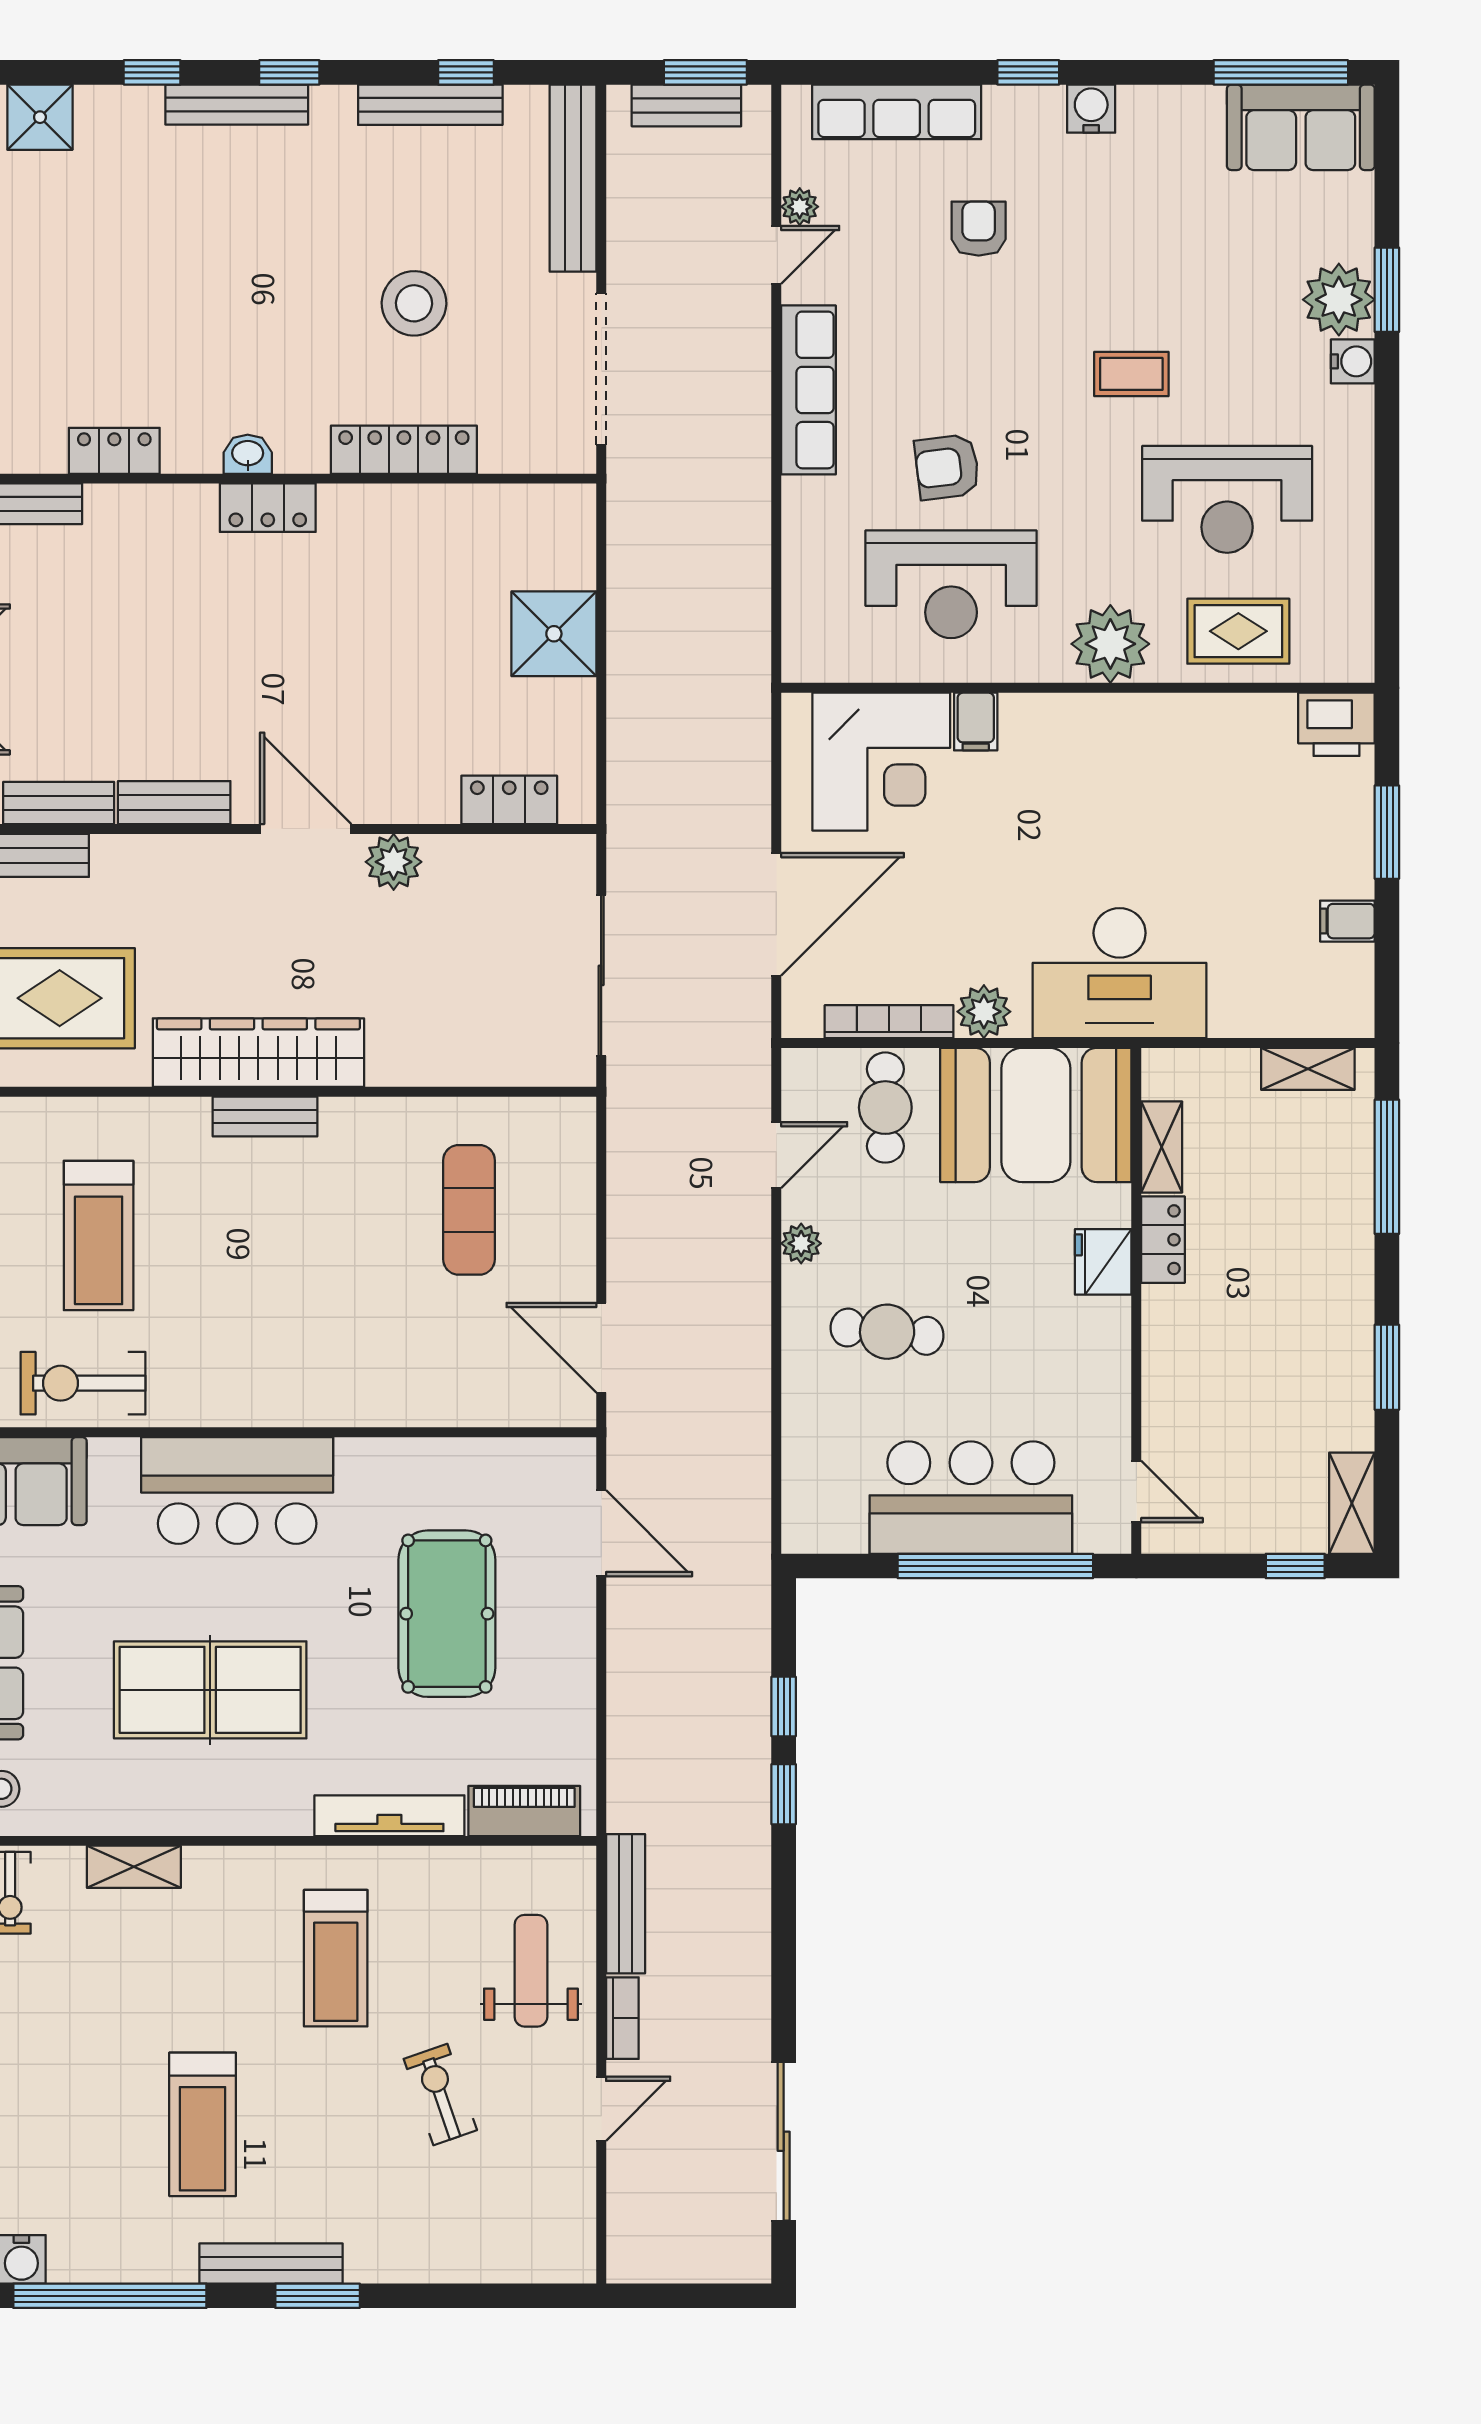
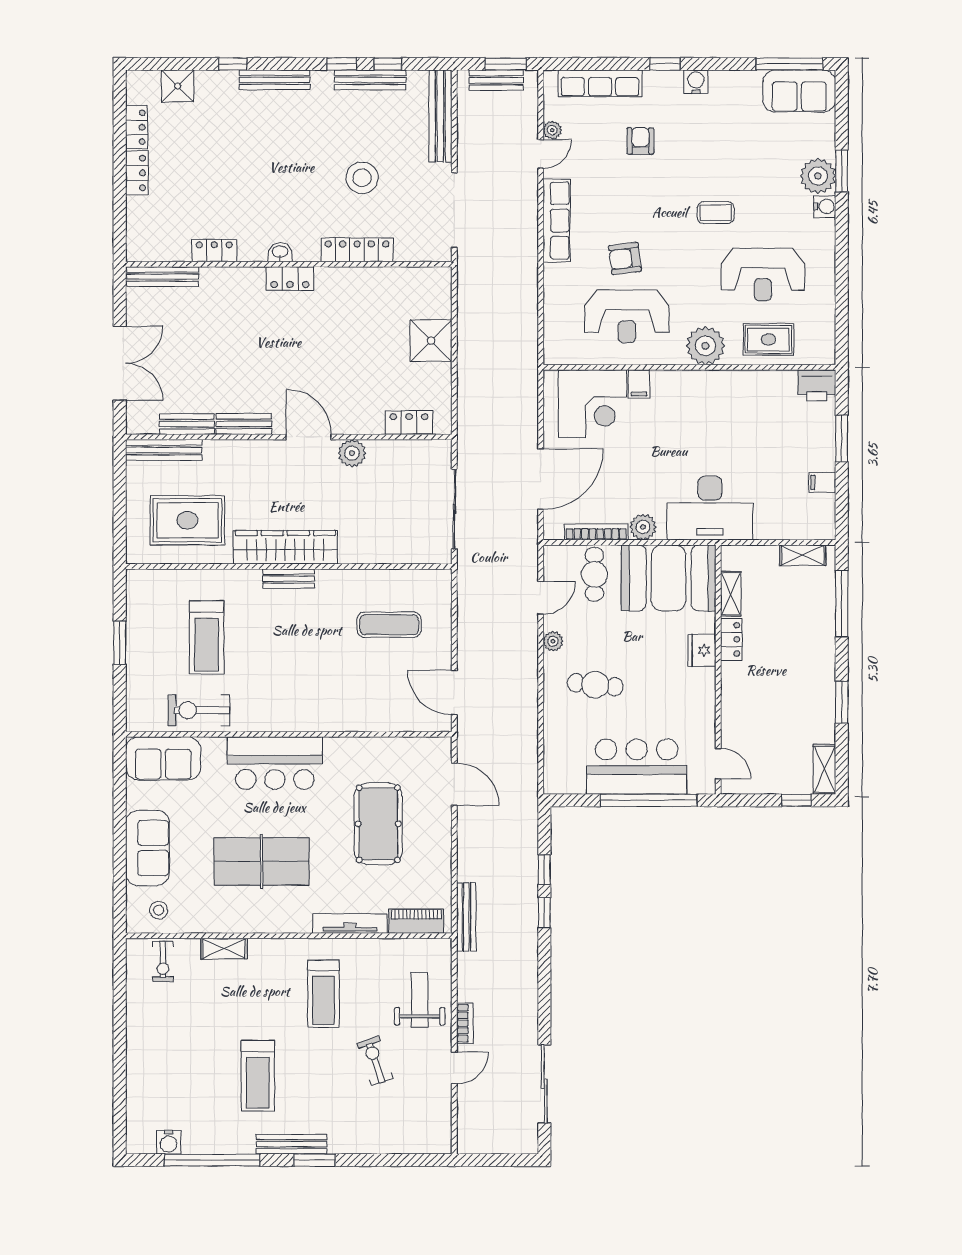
window: (289, 72) -> (342, 64), moved
exercise mat: (469, 1210) -> (389, 625), turned 90
bench: (626, 1904) -> (466, 917), moved

